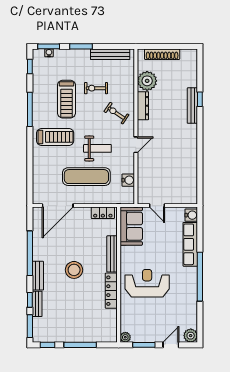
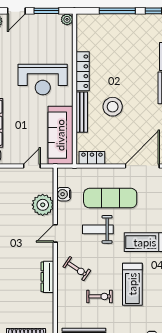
plant: (147, 81) -> (43, 205), moved
treadmill: (66, 99) -> (132, 284), turned 180
door: (157, 206) -> (32, 166), hinge flipped
sofa: (131, 226) -> (60, 135), width x1.36
stool: (74, 270) -> (113, 107), moved

